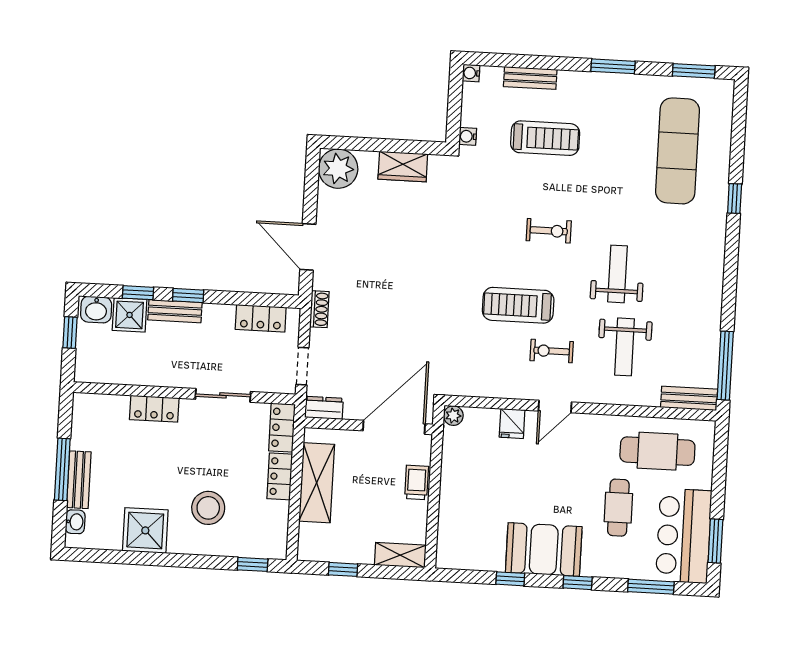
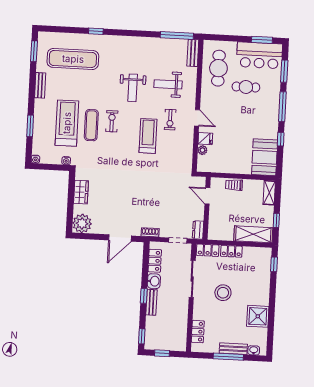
window: (613, 66) -> (30, 126), moved
bench: (530, 78) -> (40, 85), moved
treadmill: (545, 138) -> (67, 123), width x1.37, depth x1.38
exercise mat: (541, 189) -> (91, 125), added
weight bench: (618, 274) -> (133, 88), turned -90
window: (138, 293) -> (142, 336), moved
treadmill: (518, 305) -> (148, 136), turned 180
washbasin: (96, 310) -> (154, 281), moved
shower: (130, 315) -> (153, 324), removed
weight bench: (624, 347) -> (168, 84), turned 180
sliding door: (223, 395) -> (192, 279), width x1.37
locker: (154, 409) -> (198, 332), moved
plant: (453, 416) -> (202, 150), moved
door: (394, 427) -> (207, 196), width x0.53
shelving: (317, 483) -> (253, 234), moved
stool: (208, 508) -> (223, 293), moved
booth: (544, 550) -> (265, 157), moved
window: (578, 583) -> (282, 107), width x2.17

